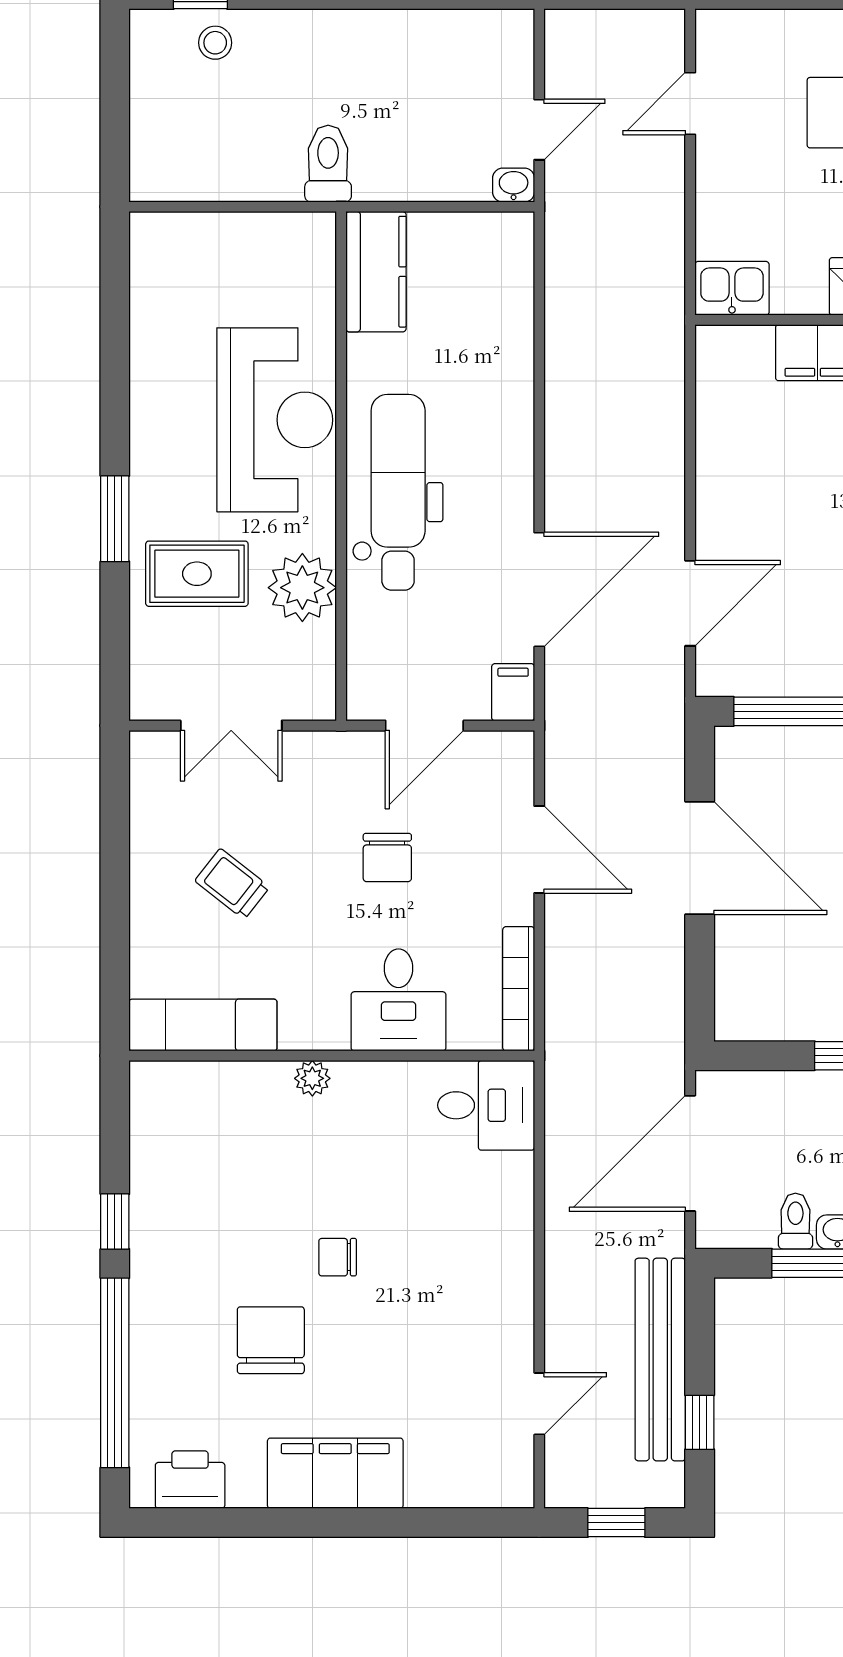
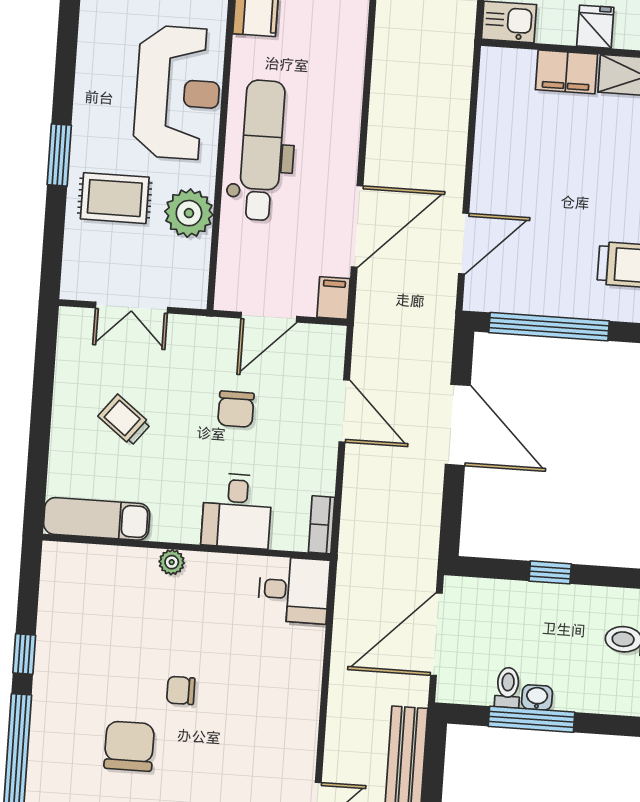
bookcase: (519, 989) -> (322, 525), width x0.64

